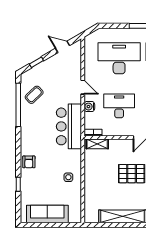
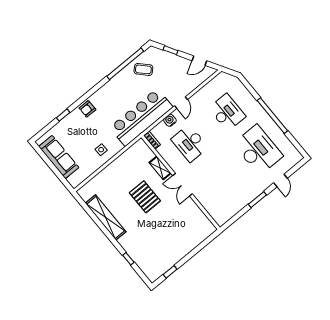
door: (62, 47) -> (199, 61), swing flipped
desk: (119, 58) -> (227, 112), width x0.73, depth x0.77
desk: (119, 106) -> (190, 143), turned 180
bar counter: (69, 126) -> (141, 117), width x1.36
shelving: (97, 144) -> (160, 168), moved

